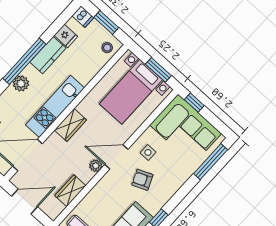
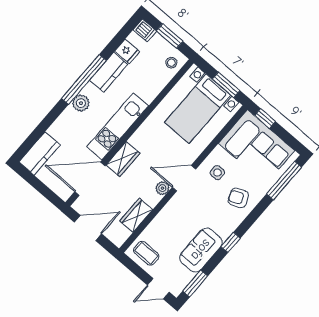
wardrobe: (70, 125) -> (123, 159), moved
armchair: (142, 180) -> (238, 198), moved

